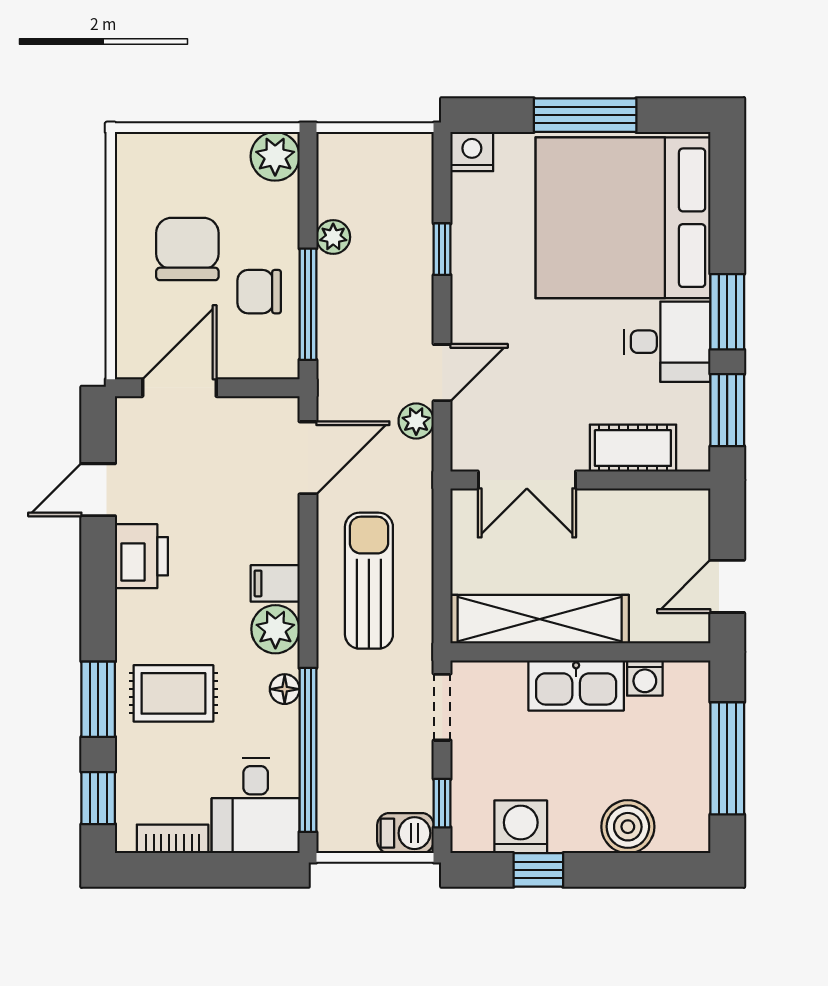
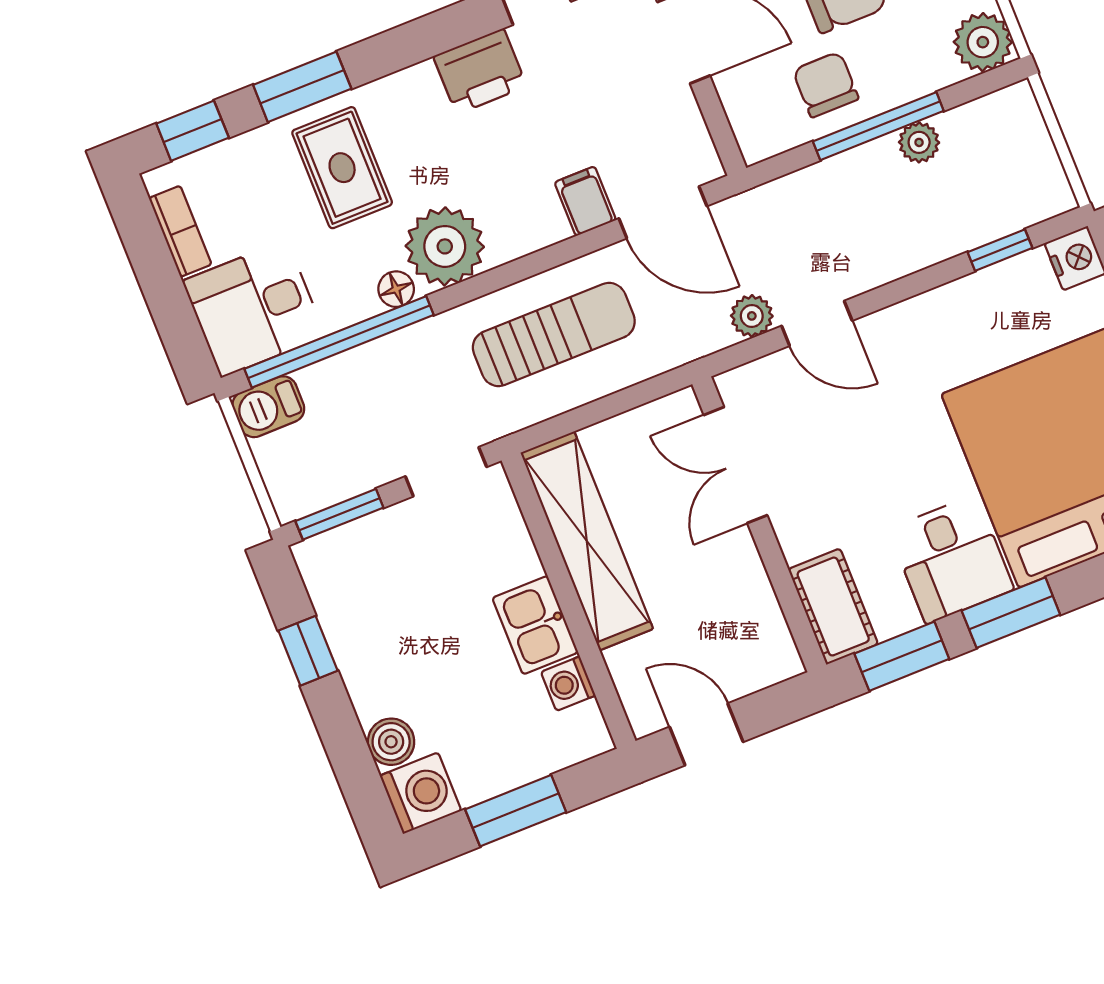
window: (442, 249) -> (1000, 250), moved
window: (308, 304) -> (878, 126), moved
cot: (633, 448) -> (833, 607), moved
filing cabinet: (275, 583) -> (585, 201), moved
plant: (275, 629) -> (445, 246), width x1.36, depth x1.36
kitchen sink: (576, 685) -> (535, 625), width x0.73
window: (727, 758) -> (516, 811), width x0.69
window: (442, 803) -> (339, 514), width x1.50
washing machine: (521, 827) -> (421, 793), moved
boiler: (628, 827) -> (391, 742), width x0.73, depth x0.73
barbecue: (405, 833) -> (268, 407), moved, turned 90

